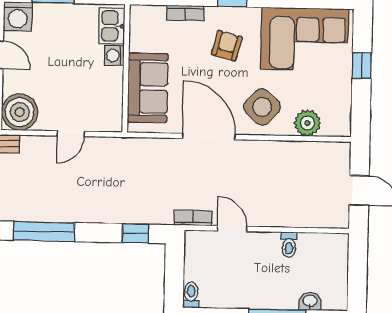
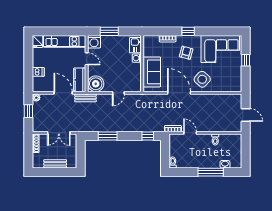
plant: (307, 123) -> (222, 86), removed
window: (44, 231) -> (108, 136), width x0.69

